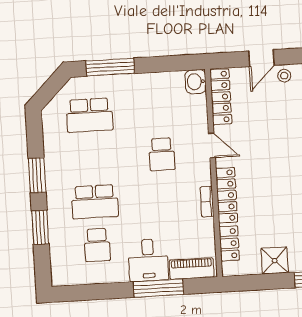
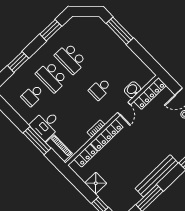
washbasin: (196, 82) -> (133, 90), moved
school desk: (90, 115) -> (70, 59), moved
window: (37, 175) -> (51, 30), moved

